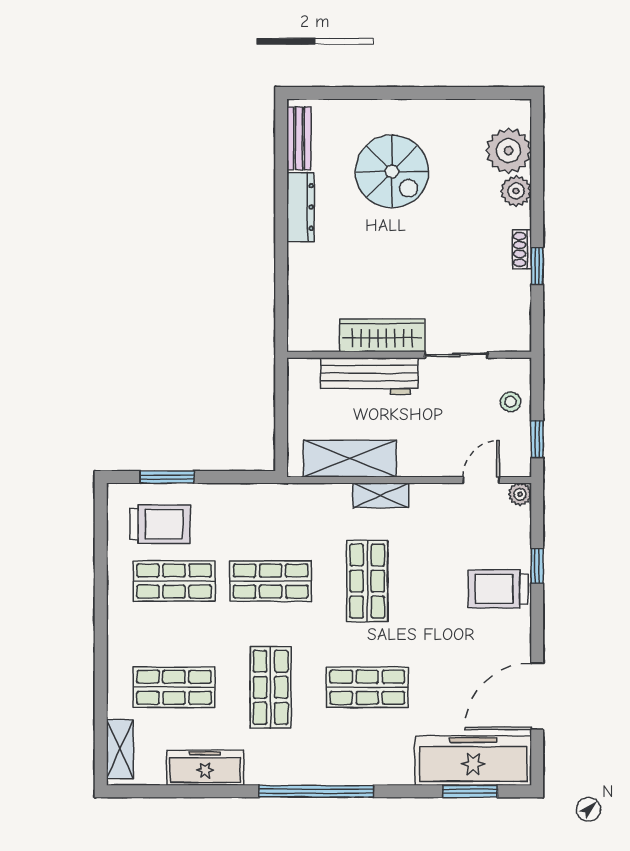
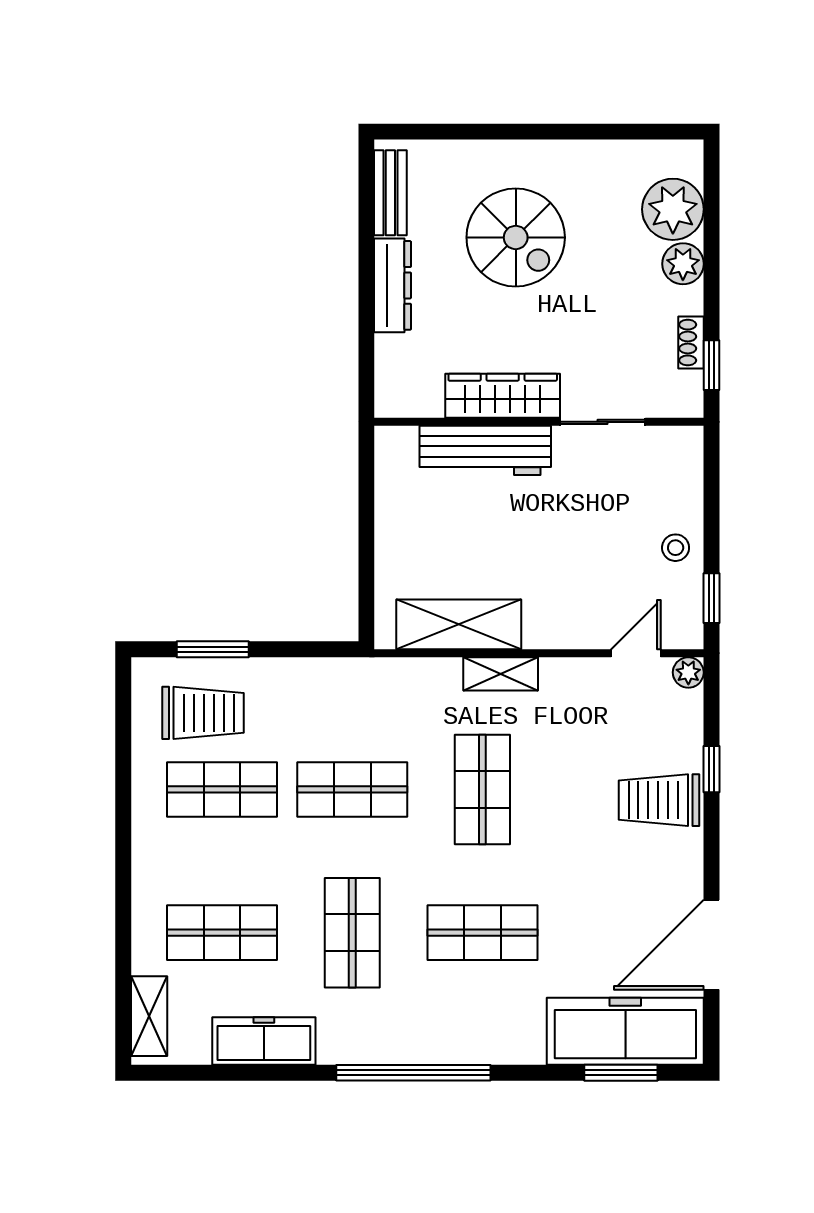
wardrobe: (382, 336) -> (503, 396), moved
wall: (409, 355) -> (539, 422), moved
sliding door: (456, 355) -> (603, 422), moved
workbench: (369, 376) -> (485, 450), moved

